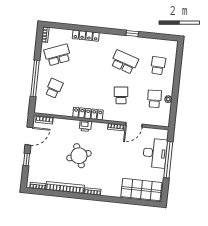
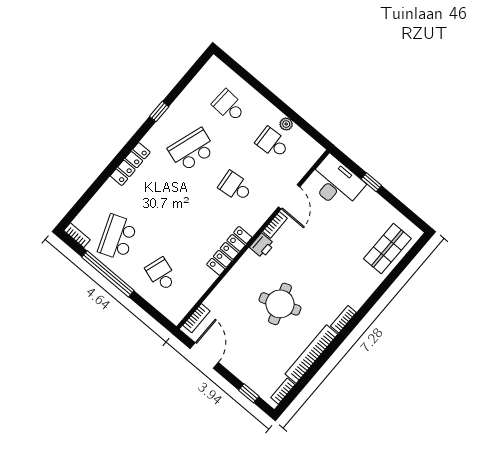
locker: (86, 36) -> (130, 164), moved
window: (35, 78) -> (108, 274), moved
printer: (85, 126) -> (262, 246), moved
desk: (155, 153) -> (336, 183), moved
window: (26, 160) -> (249, 393), moved
window: (168, 160) -> (371, 182), width x0.32
shop shelf: (141, 189) -> (387, 249), width x0.70, depth x0.74

